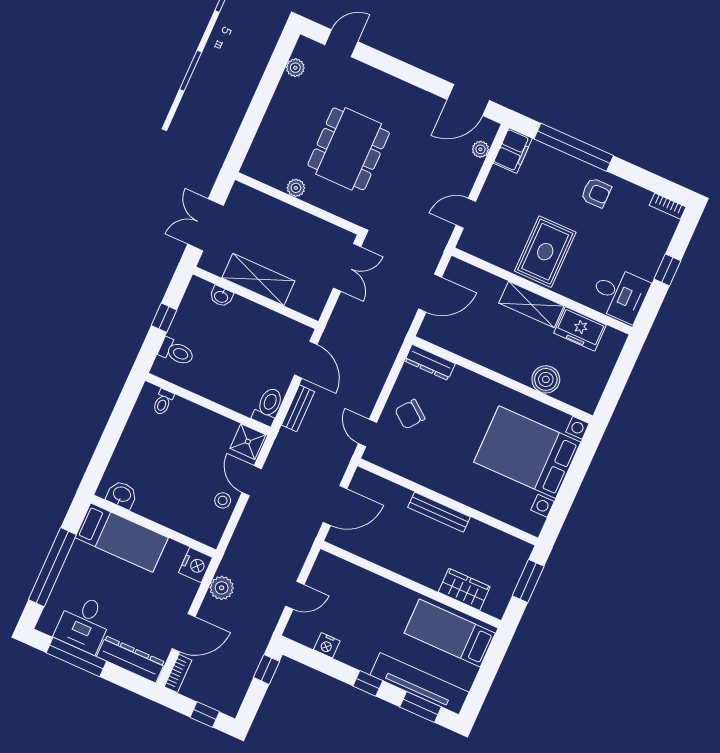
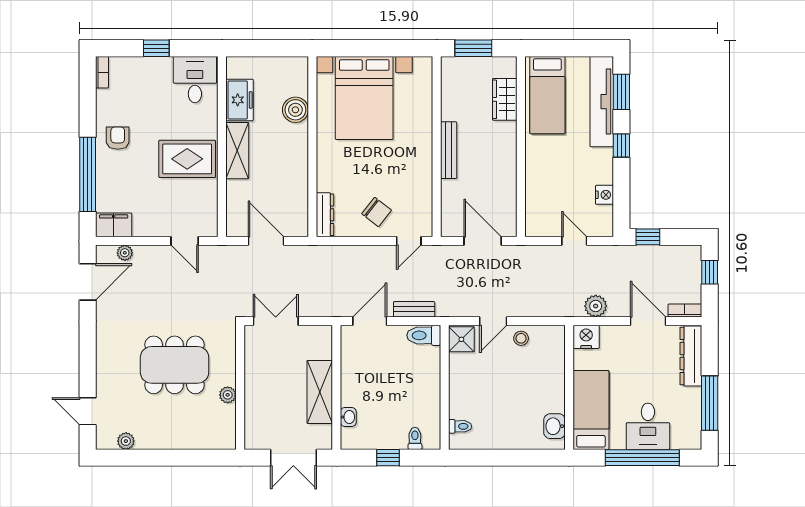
door: (468, 100) -> (88, 282), hinge flipped
toilet: (176, 352) -> (415, 438), width x0.73, depth x0.72
desk: (84, 624) -> (648, 426), moved, turned 90

